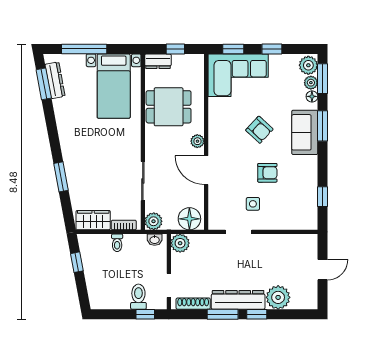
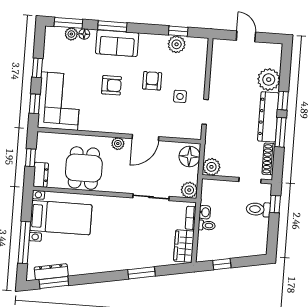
plant: (308, 65) -> (177, 44), moved
armchair: (259, 130) -> (111, 85), turned 47
washbasin: (155, 240) -> (205, 212), moved

